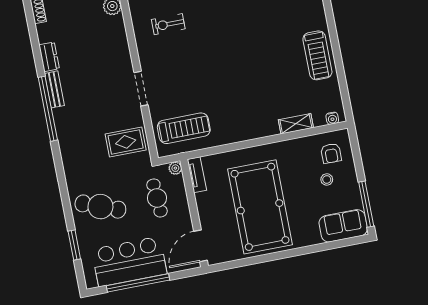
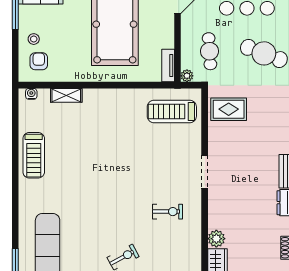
treadmill: (317, 55) -> (34, 155), turned 180
doorway: (141, 89) -> (205, 172), moved
stool: (327, 179) -> (34, 39), moved

